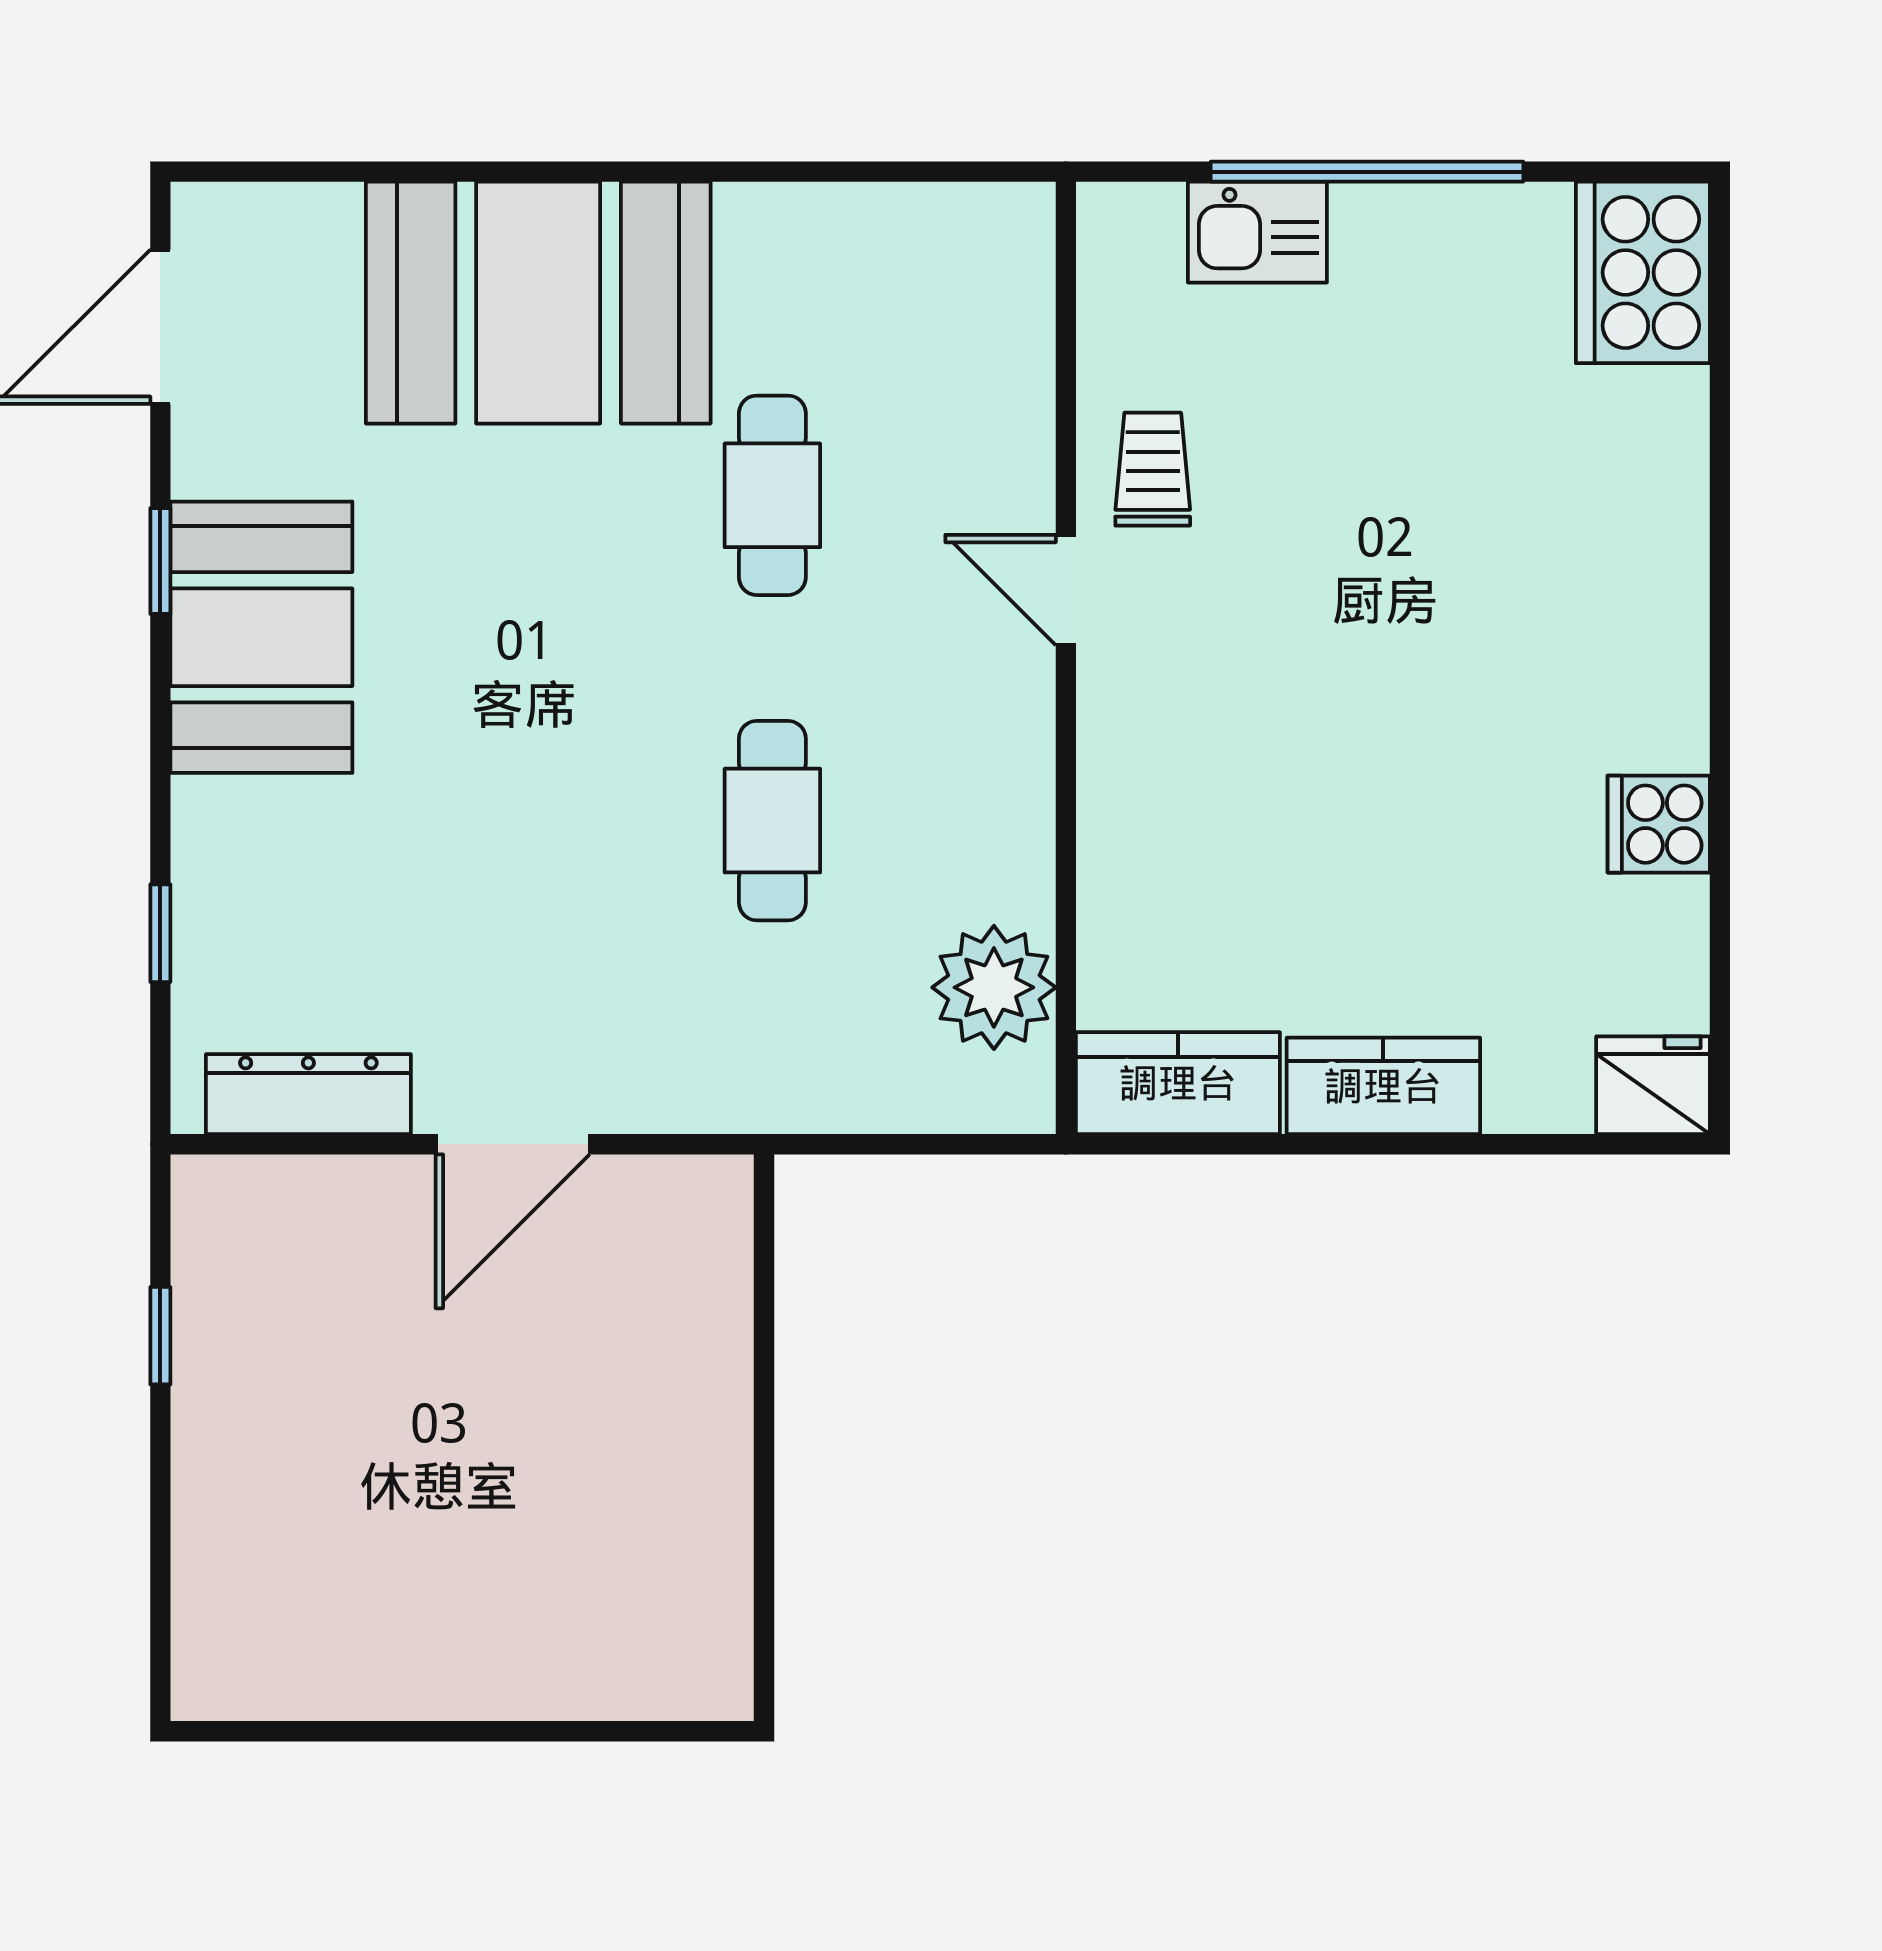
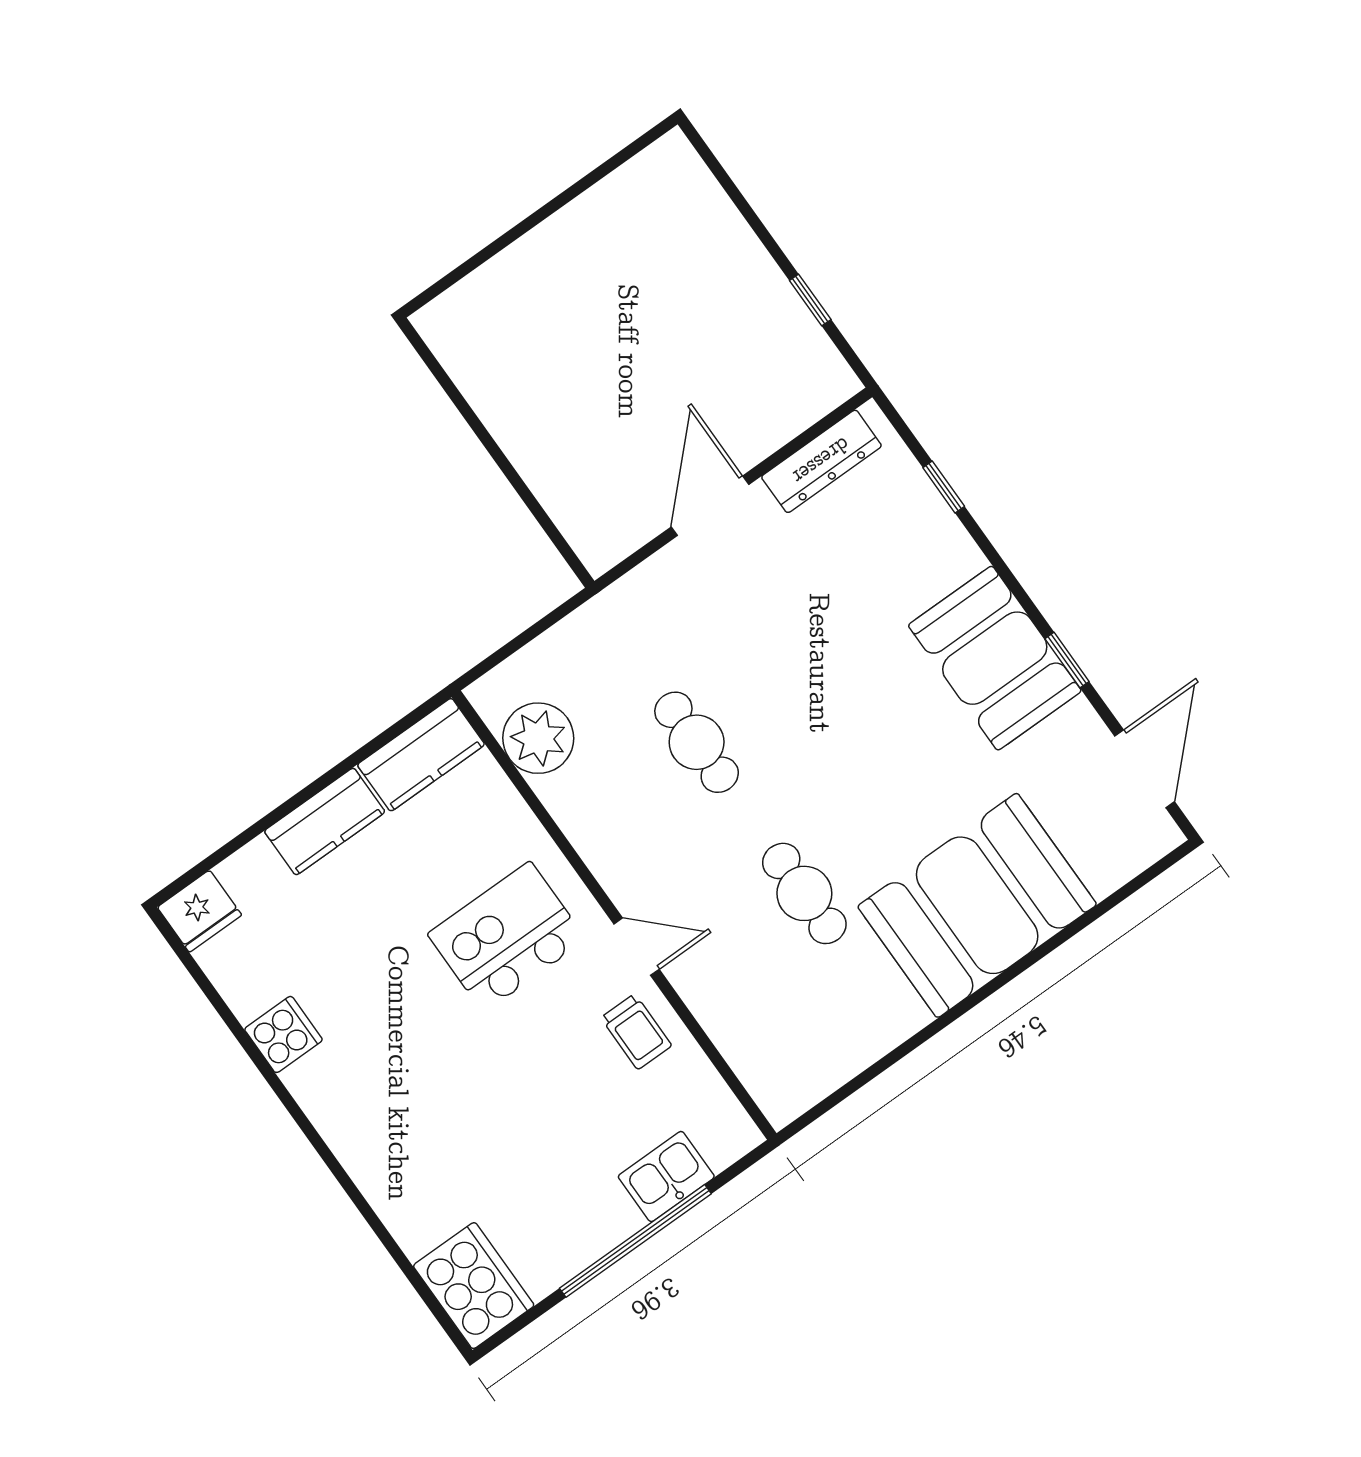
kitchen island: (1241, 736) -> (507, 937), added

